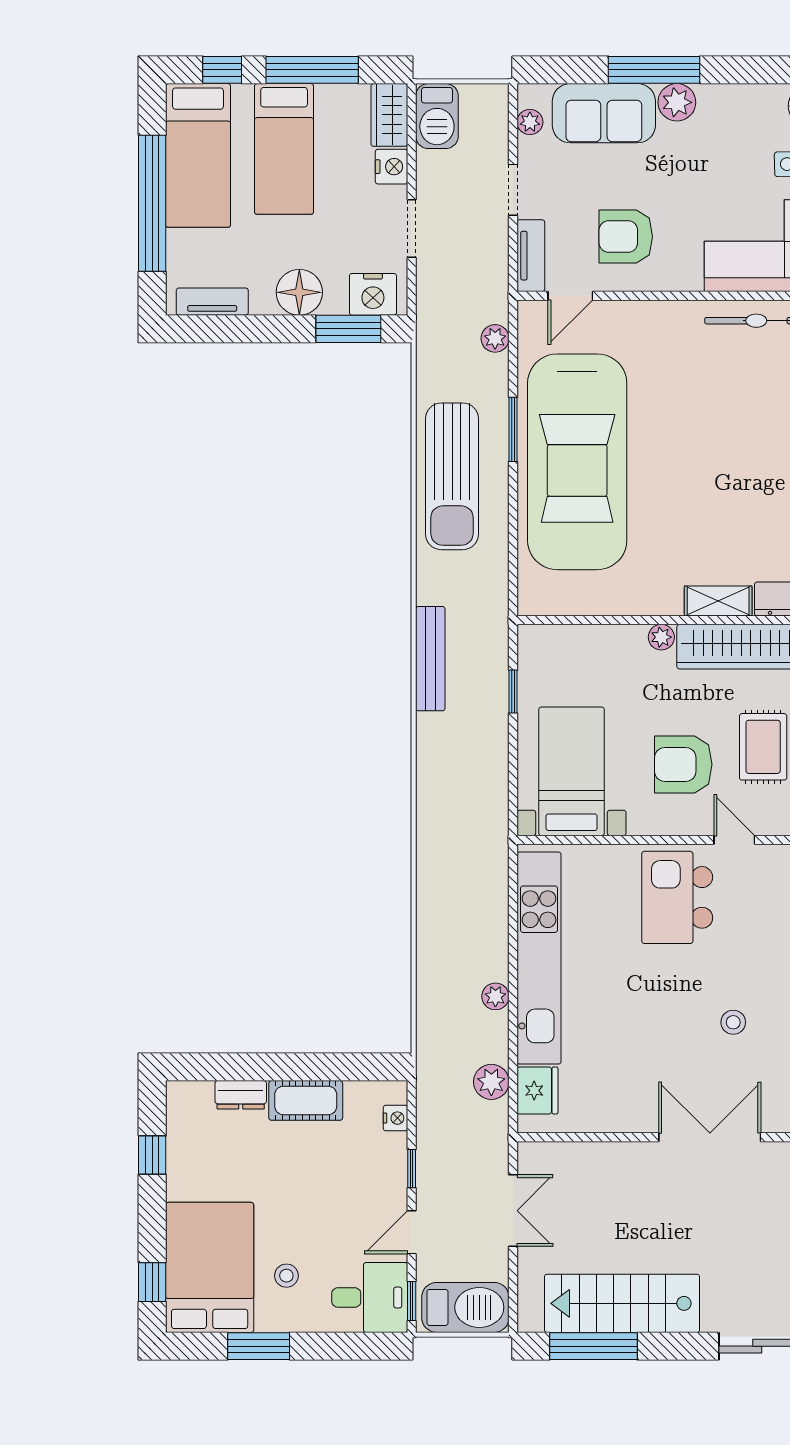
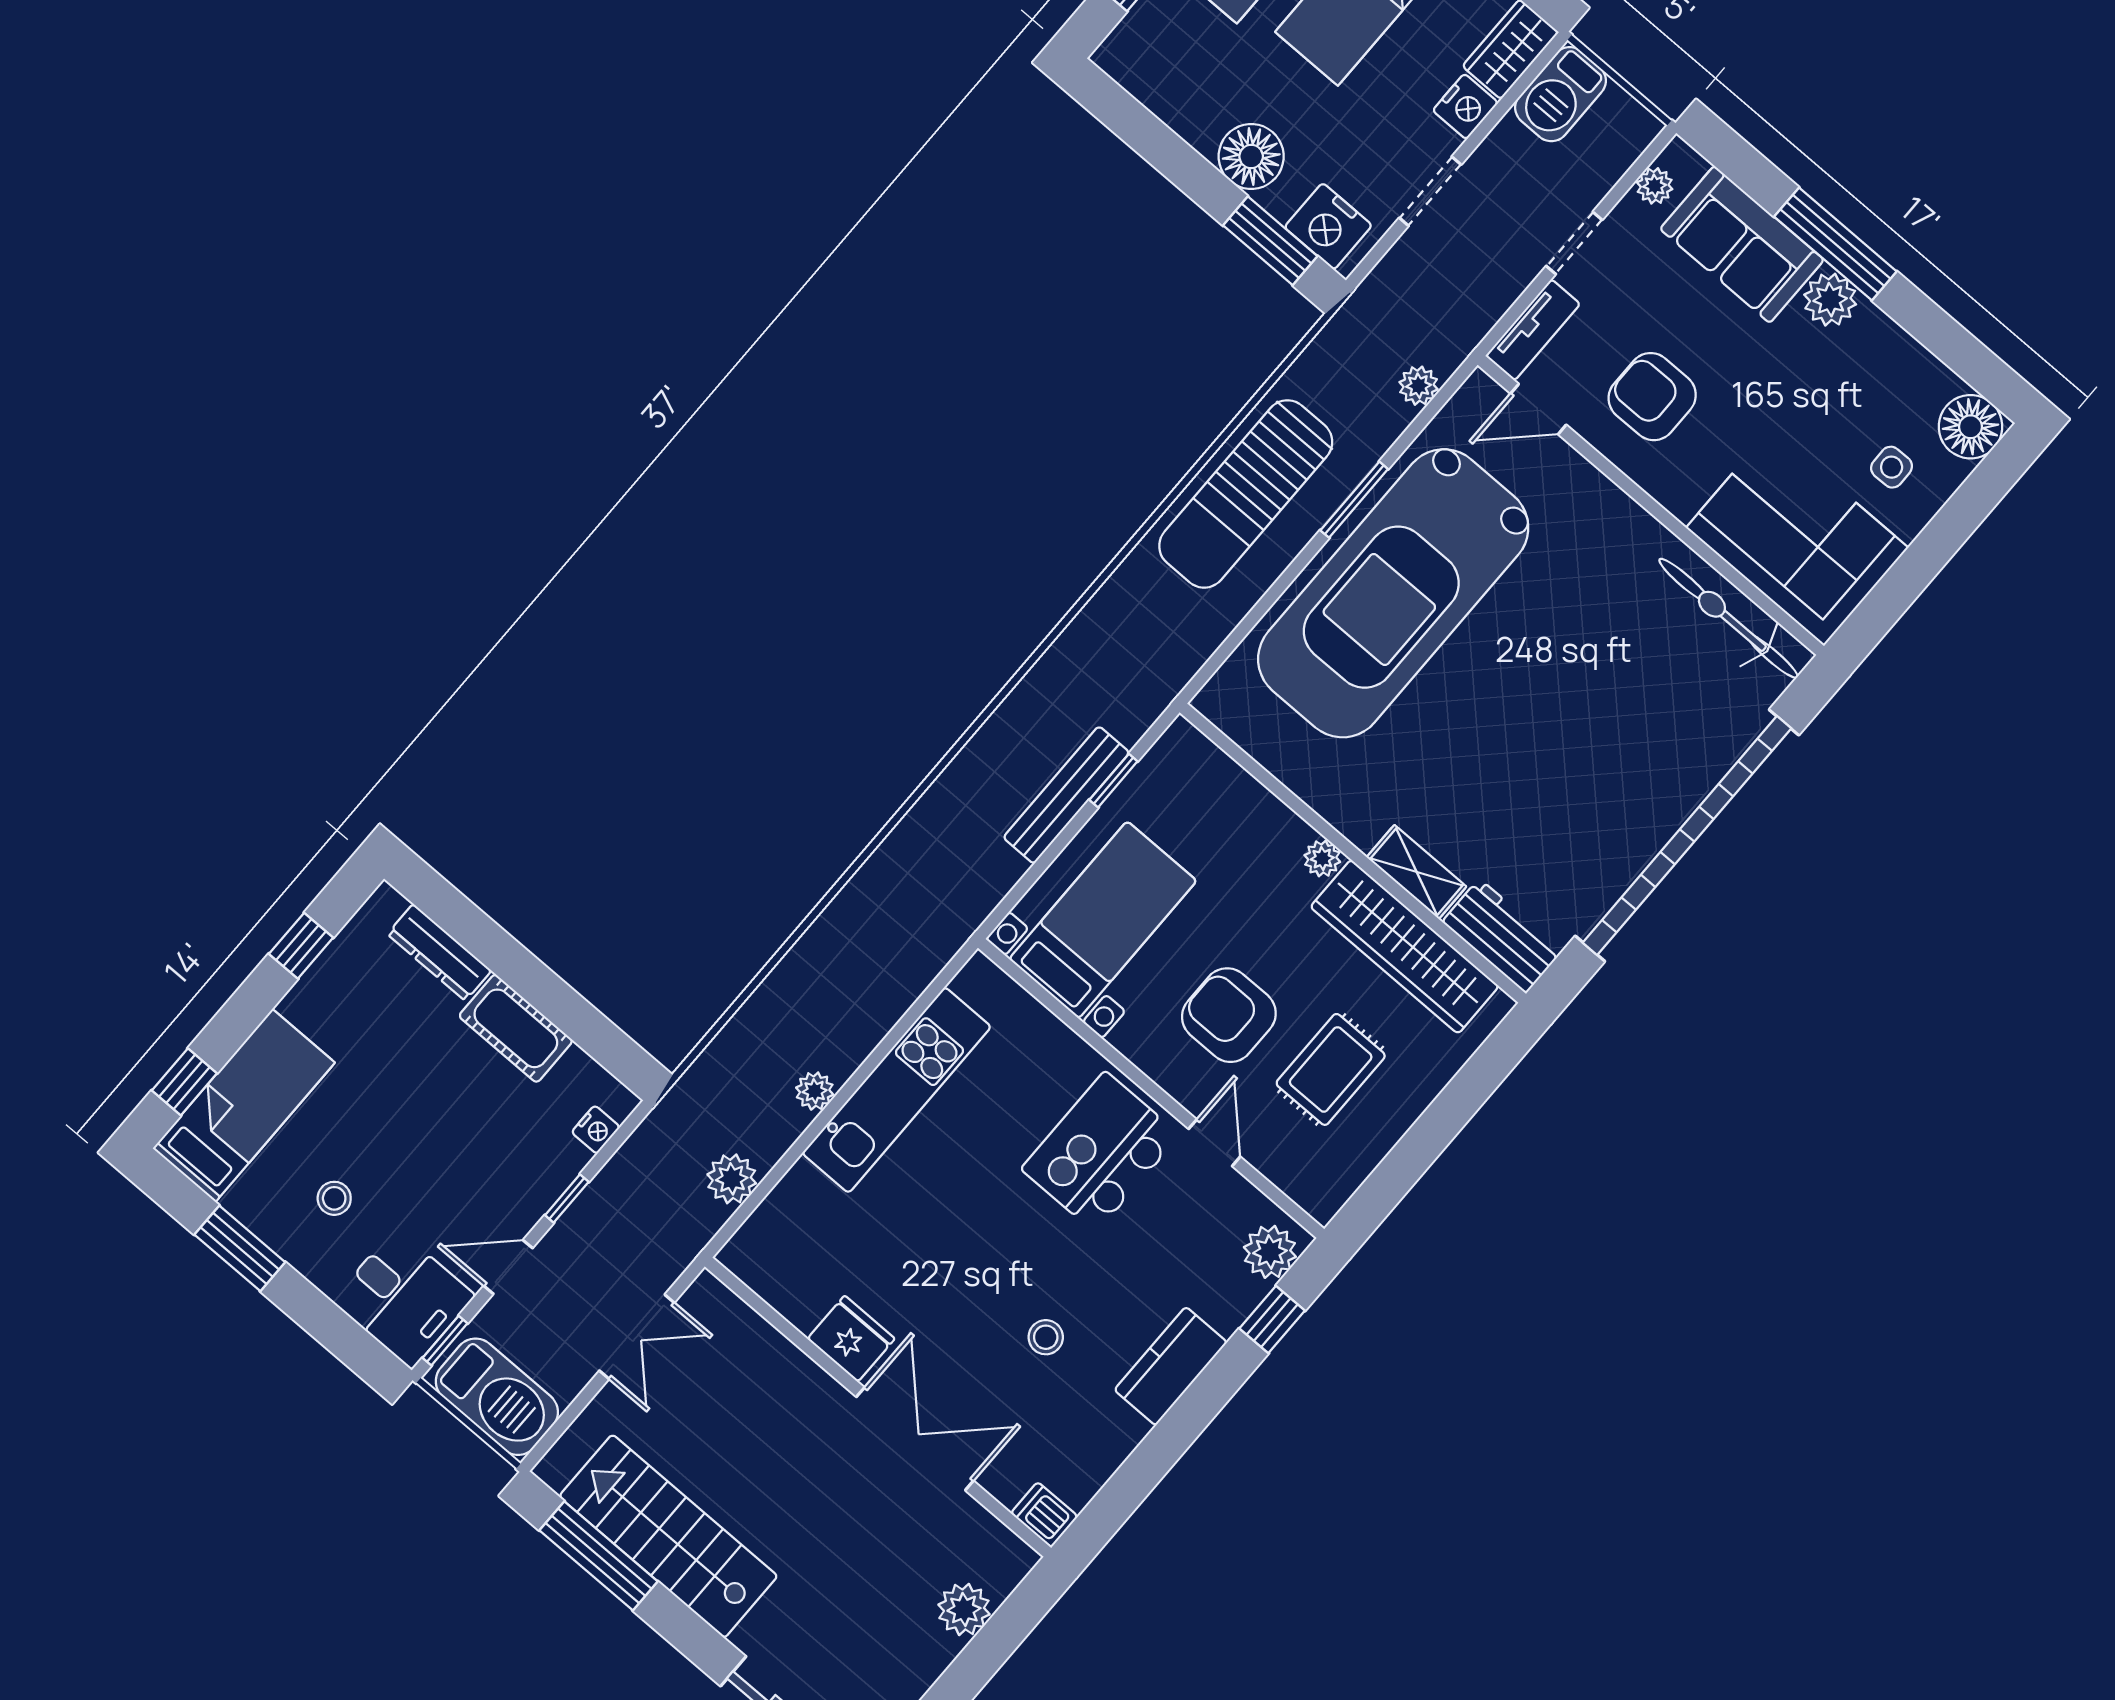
tv unit: (212, 302) -> (1149, 86), removed
bench: (430, 659) -> (1066, 795), moved
kitchen unit: (539, 958) -> (897, 1090), width x0.73
fridge: (537, 1091) -> (851, 1339), moved, turned -90
dresser: (241, 1095) -> (439, 952), width x1.44
bed: (210, 1267) -> (244, 1105), width x0.67

